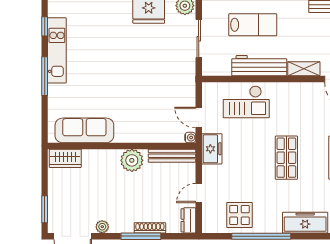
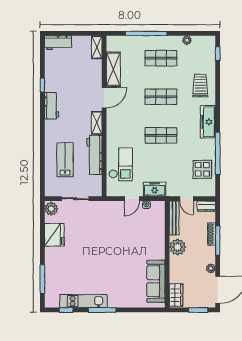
sofa: (84, 130) -> (156, 281), moved
wall: (122, 146) -> (167, 254), moved
bench: (172, 156) -> (174, 218), moved
wardrobe: (65, 158) -> (176, 295), moved
plant: (132, 160) -> (178, 247), moved

